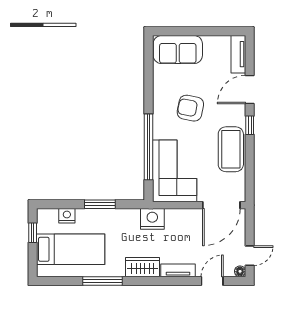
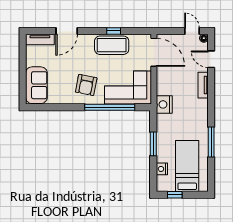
door: (250, 90) -> (67, 31), hinge flipped
armchair: (190, 108) -> (86, 85), moved
window: (250, 125) -> (114, 31), moved
wardrobe: (143, 267) -> (201, 112), removed

